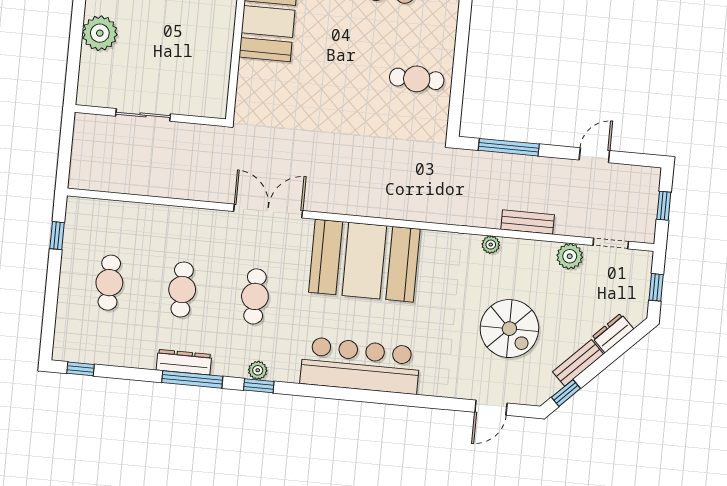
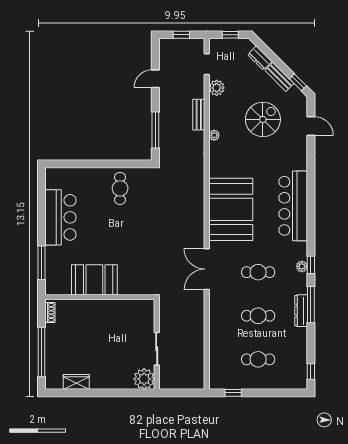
plant: (100, 33) -> (144, 379), moved
door: (594, 155) -> (155, 79), hinge flipped

